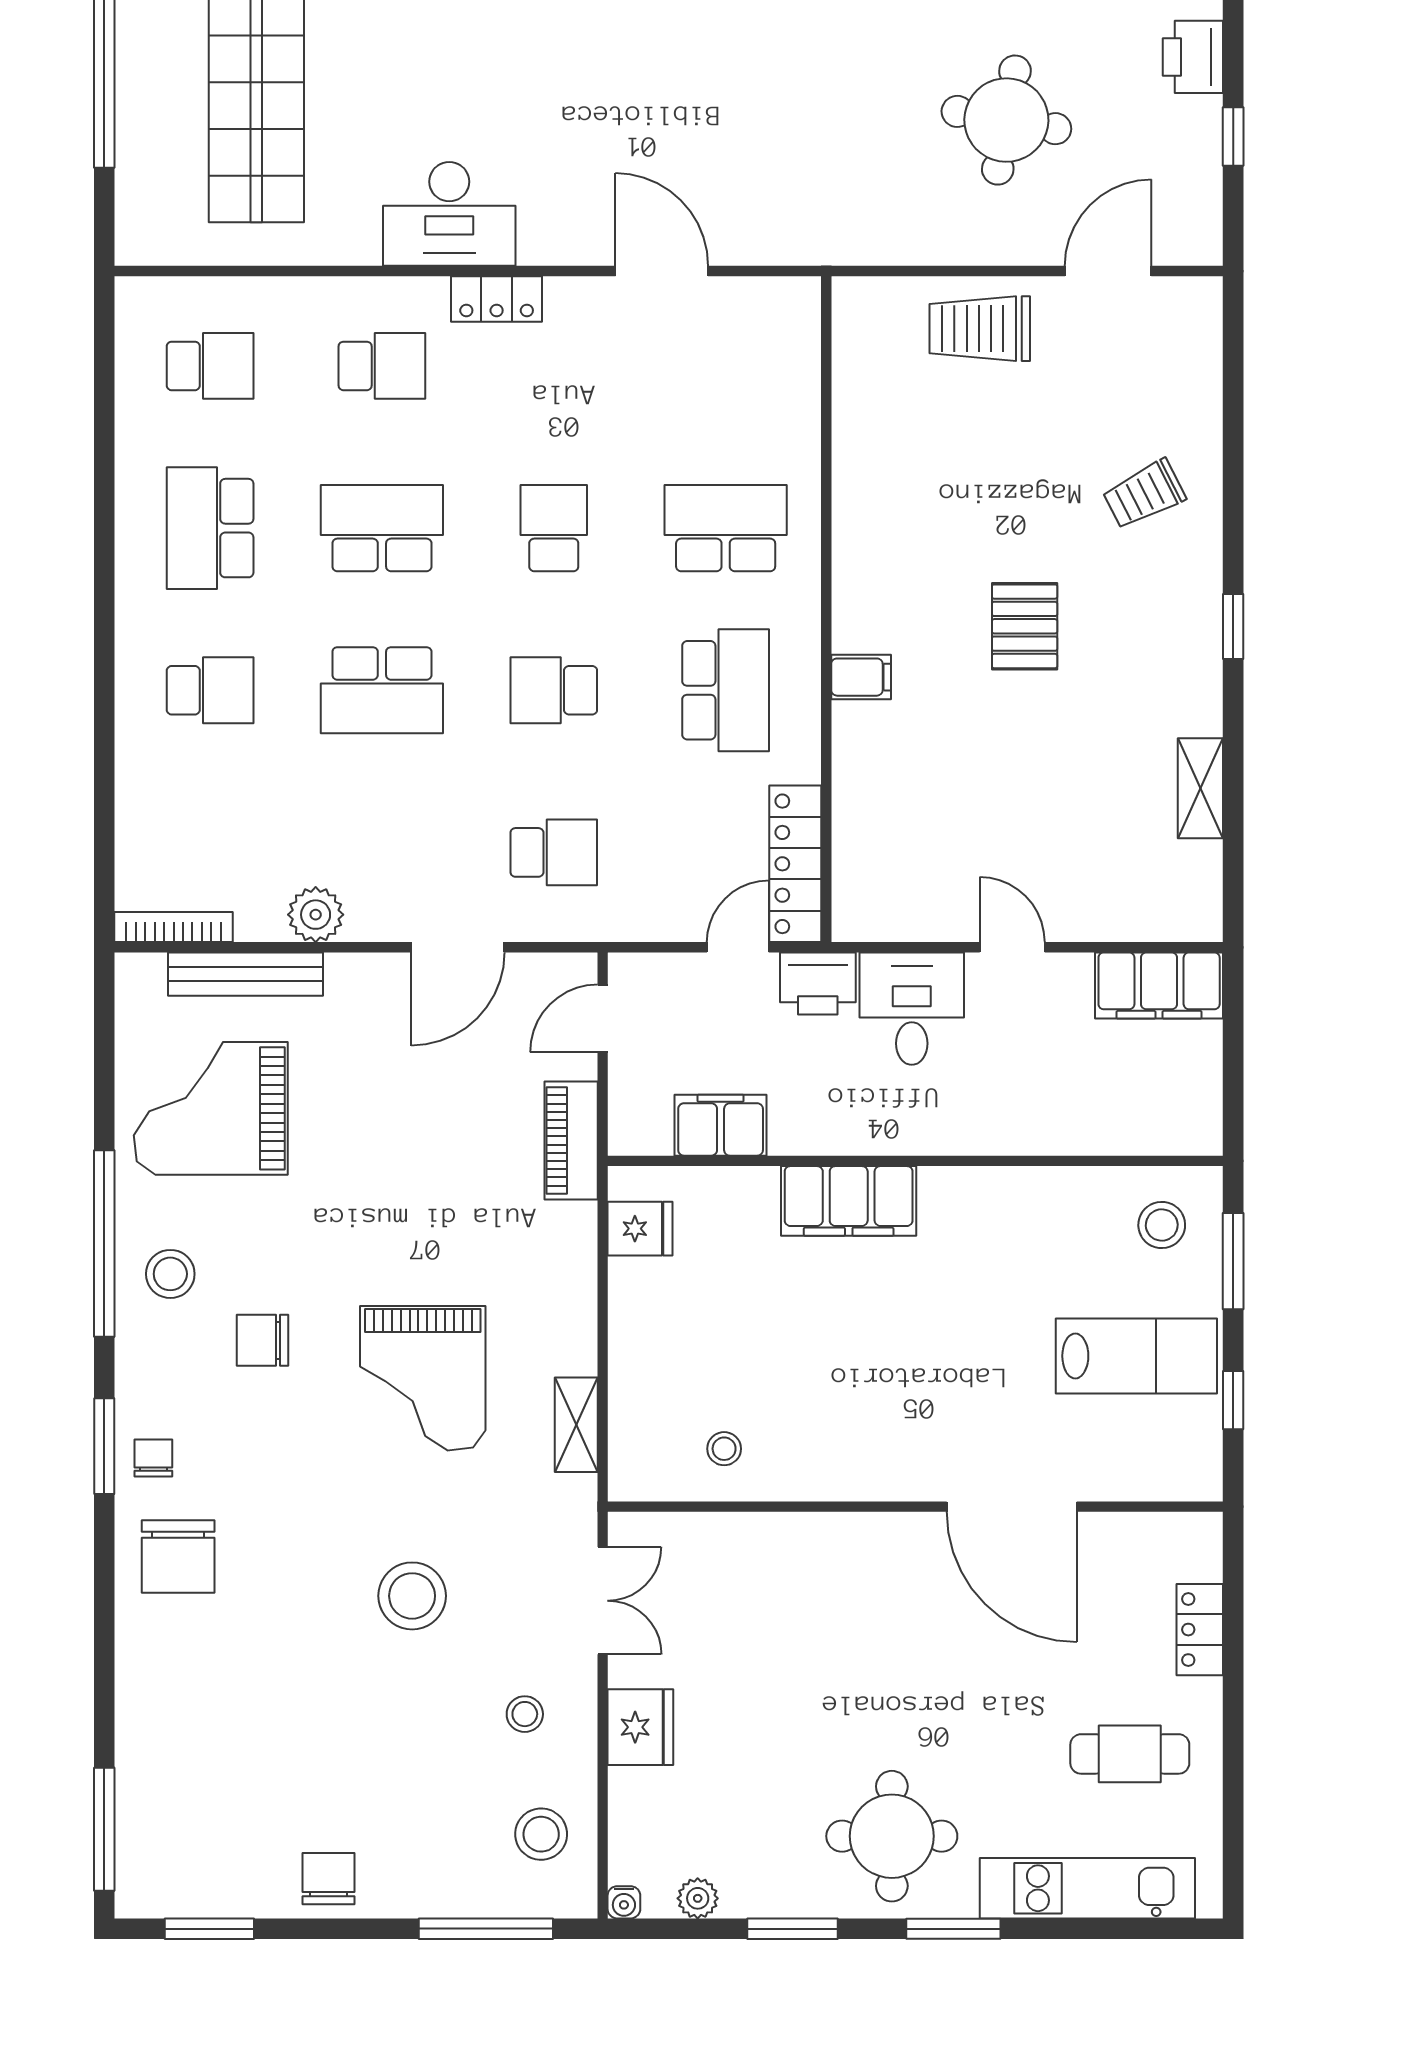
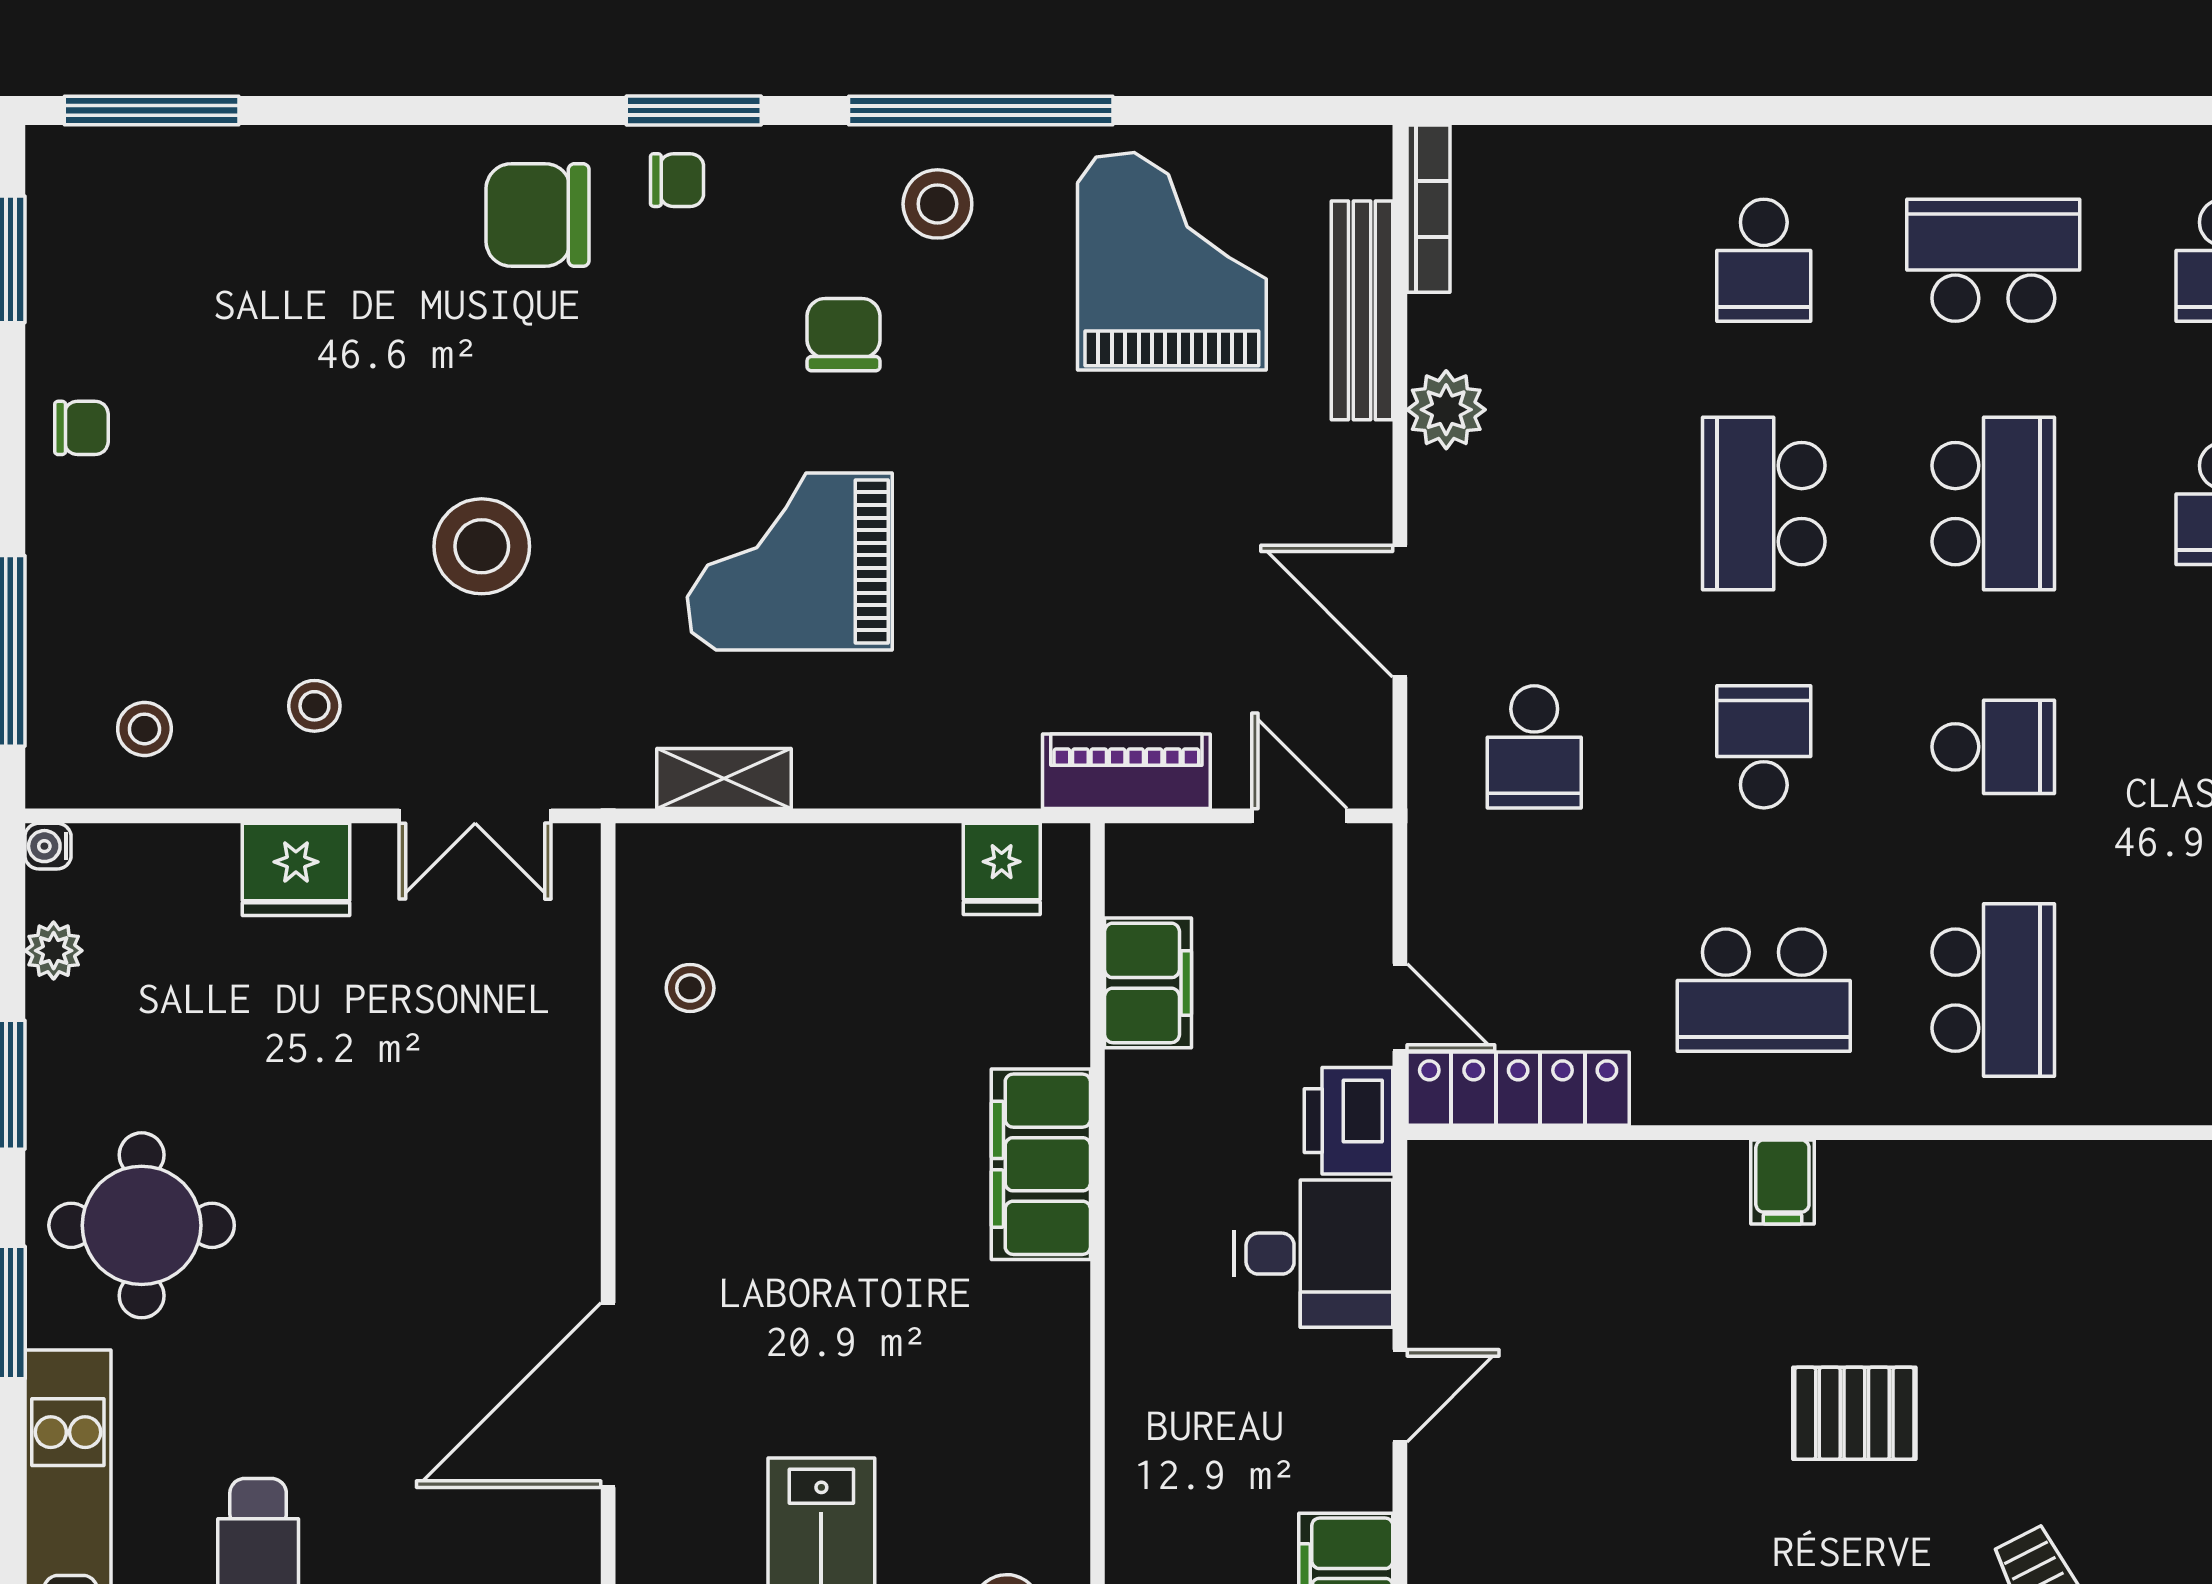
stool: (541, 1834) -> (144, 729), width x0.73, depth x0.73
chair: (328, 1879) -> (81, 428), width x0.73, depth x0.73

